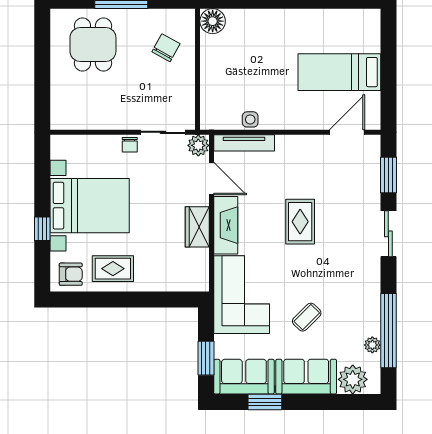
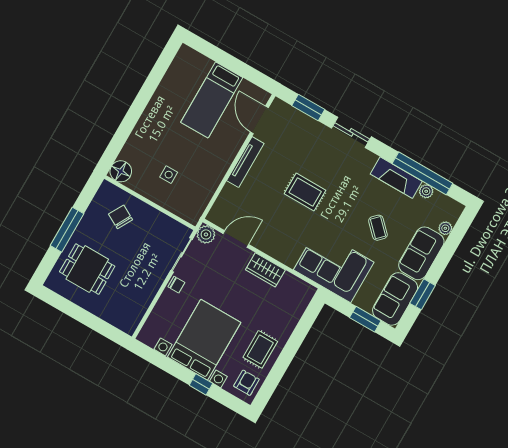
side table: (250, 119) -> (169, 175), moved
tv unit: (244, 143) -> (245, 162), moved
fireplace: (226, 225) -> (396, 178), moved, turned 180
plant: (353, 379) -> (445, 228), width x0.53, depth x0.53

